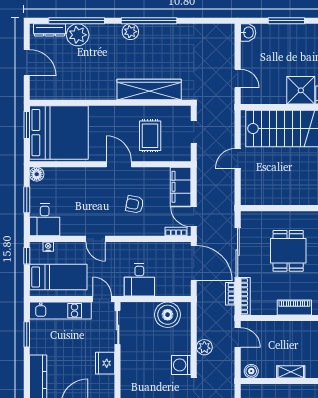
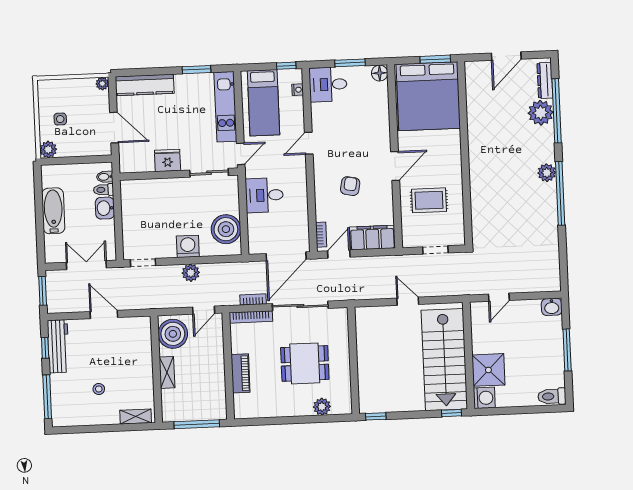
wardrobe: (149, 89) -> (482, 197), removed
washing machine: (181, 365) -> (188, 246), moved
boiler: (251, 371) -> (173, 334), width x1.86, depth x1.86

